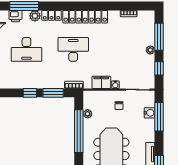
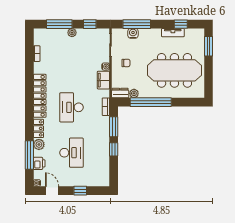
dresser: (88, 100) -> (120, 93), added

